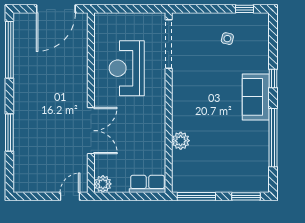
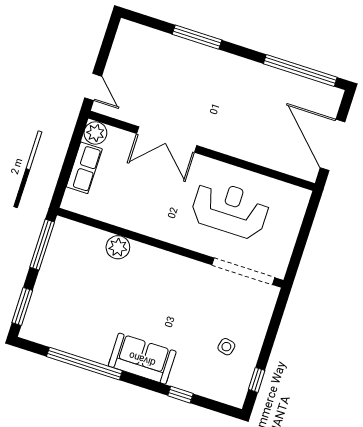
window: (273, 79) -> (180, 395), moved
row of seats: (147, 184) -> (84, 168), moved

